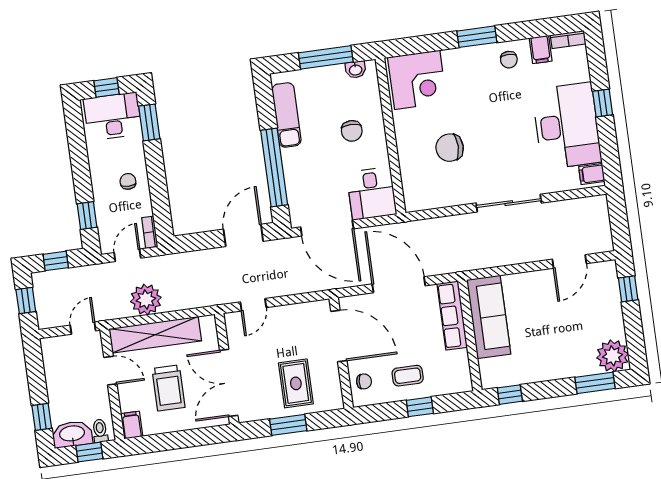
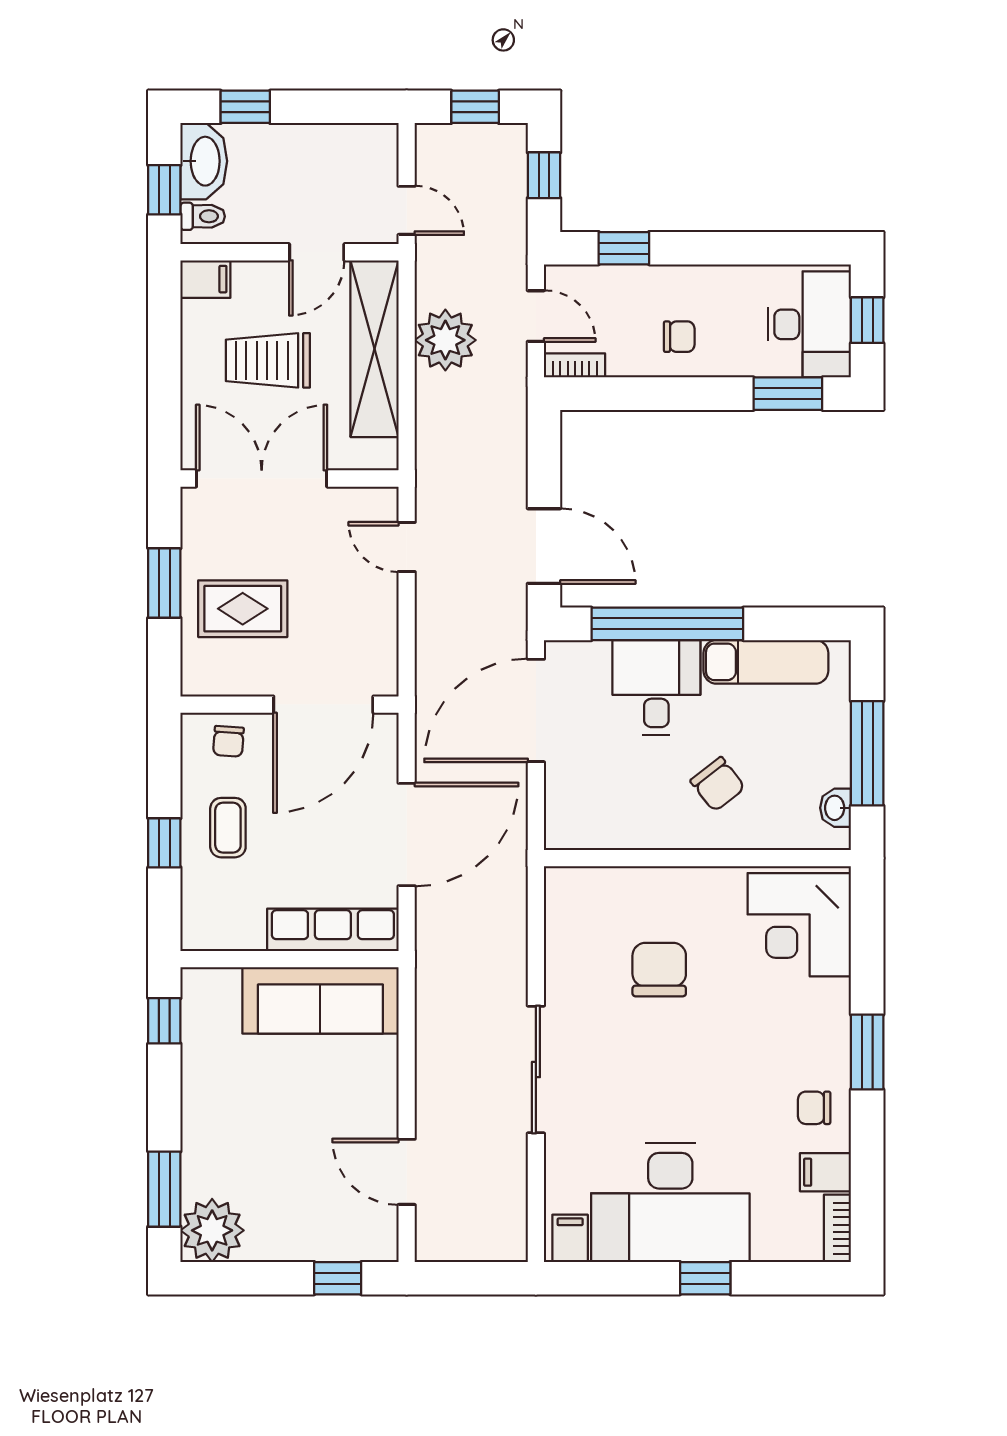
chair: (352, 131) -> (718, 784), turned -128
desk: (372, 193) -> (656, 687), moved, turned 90

